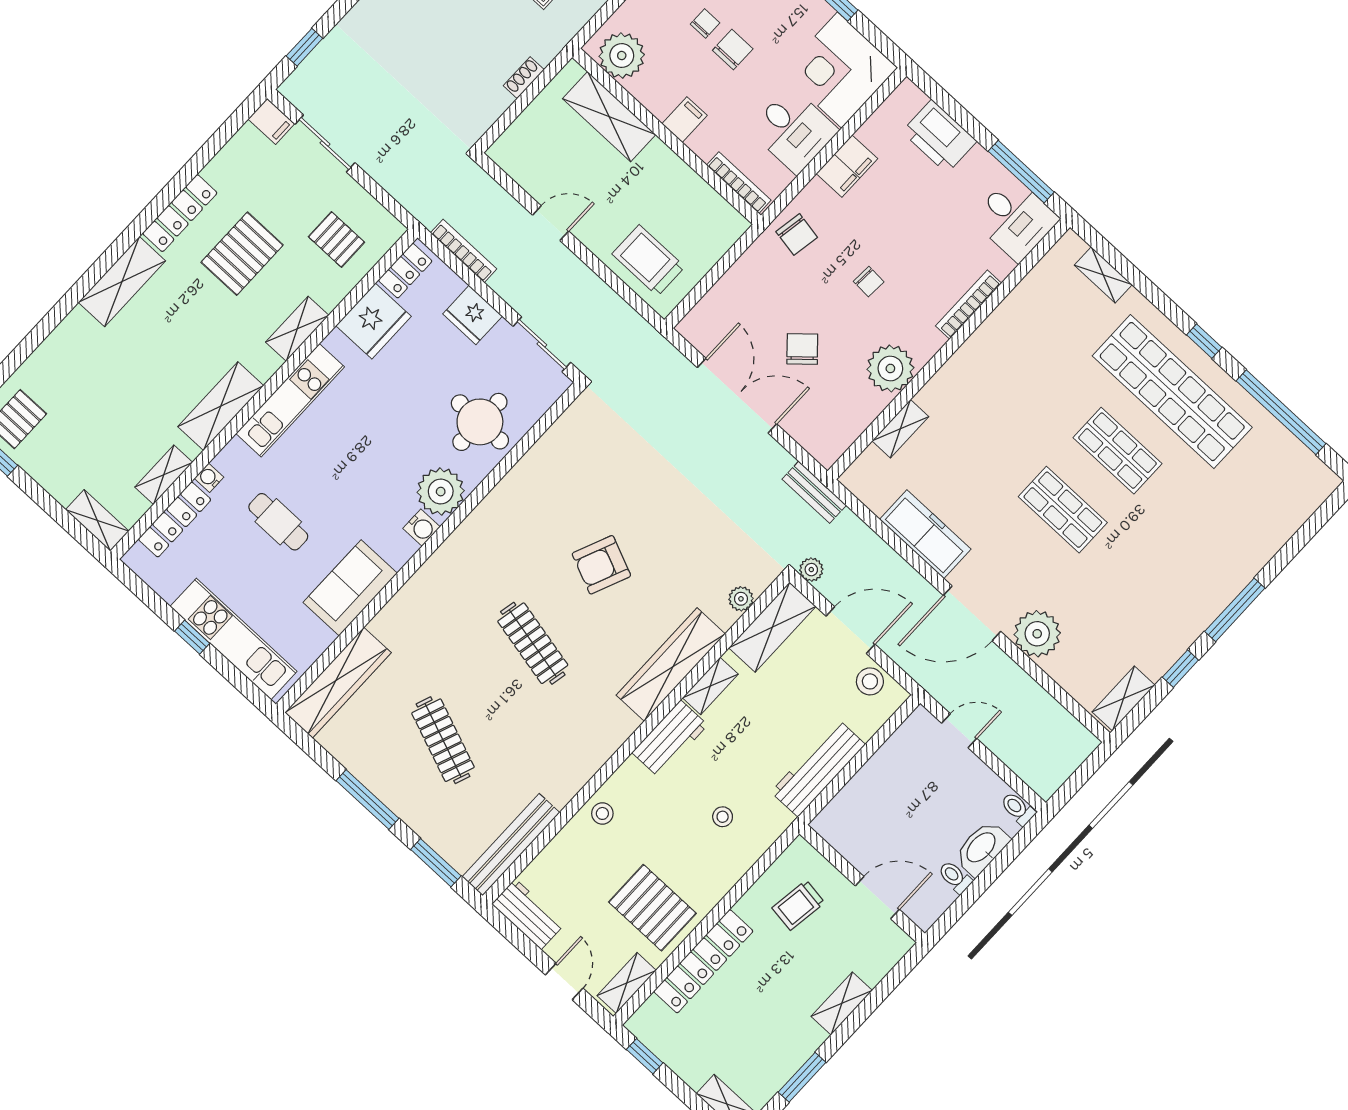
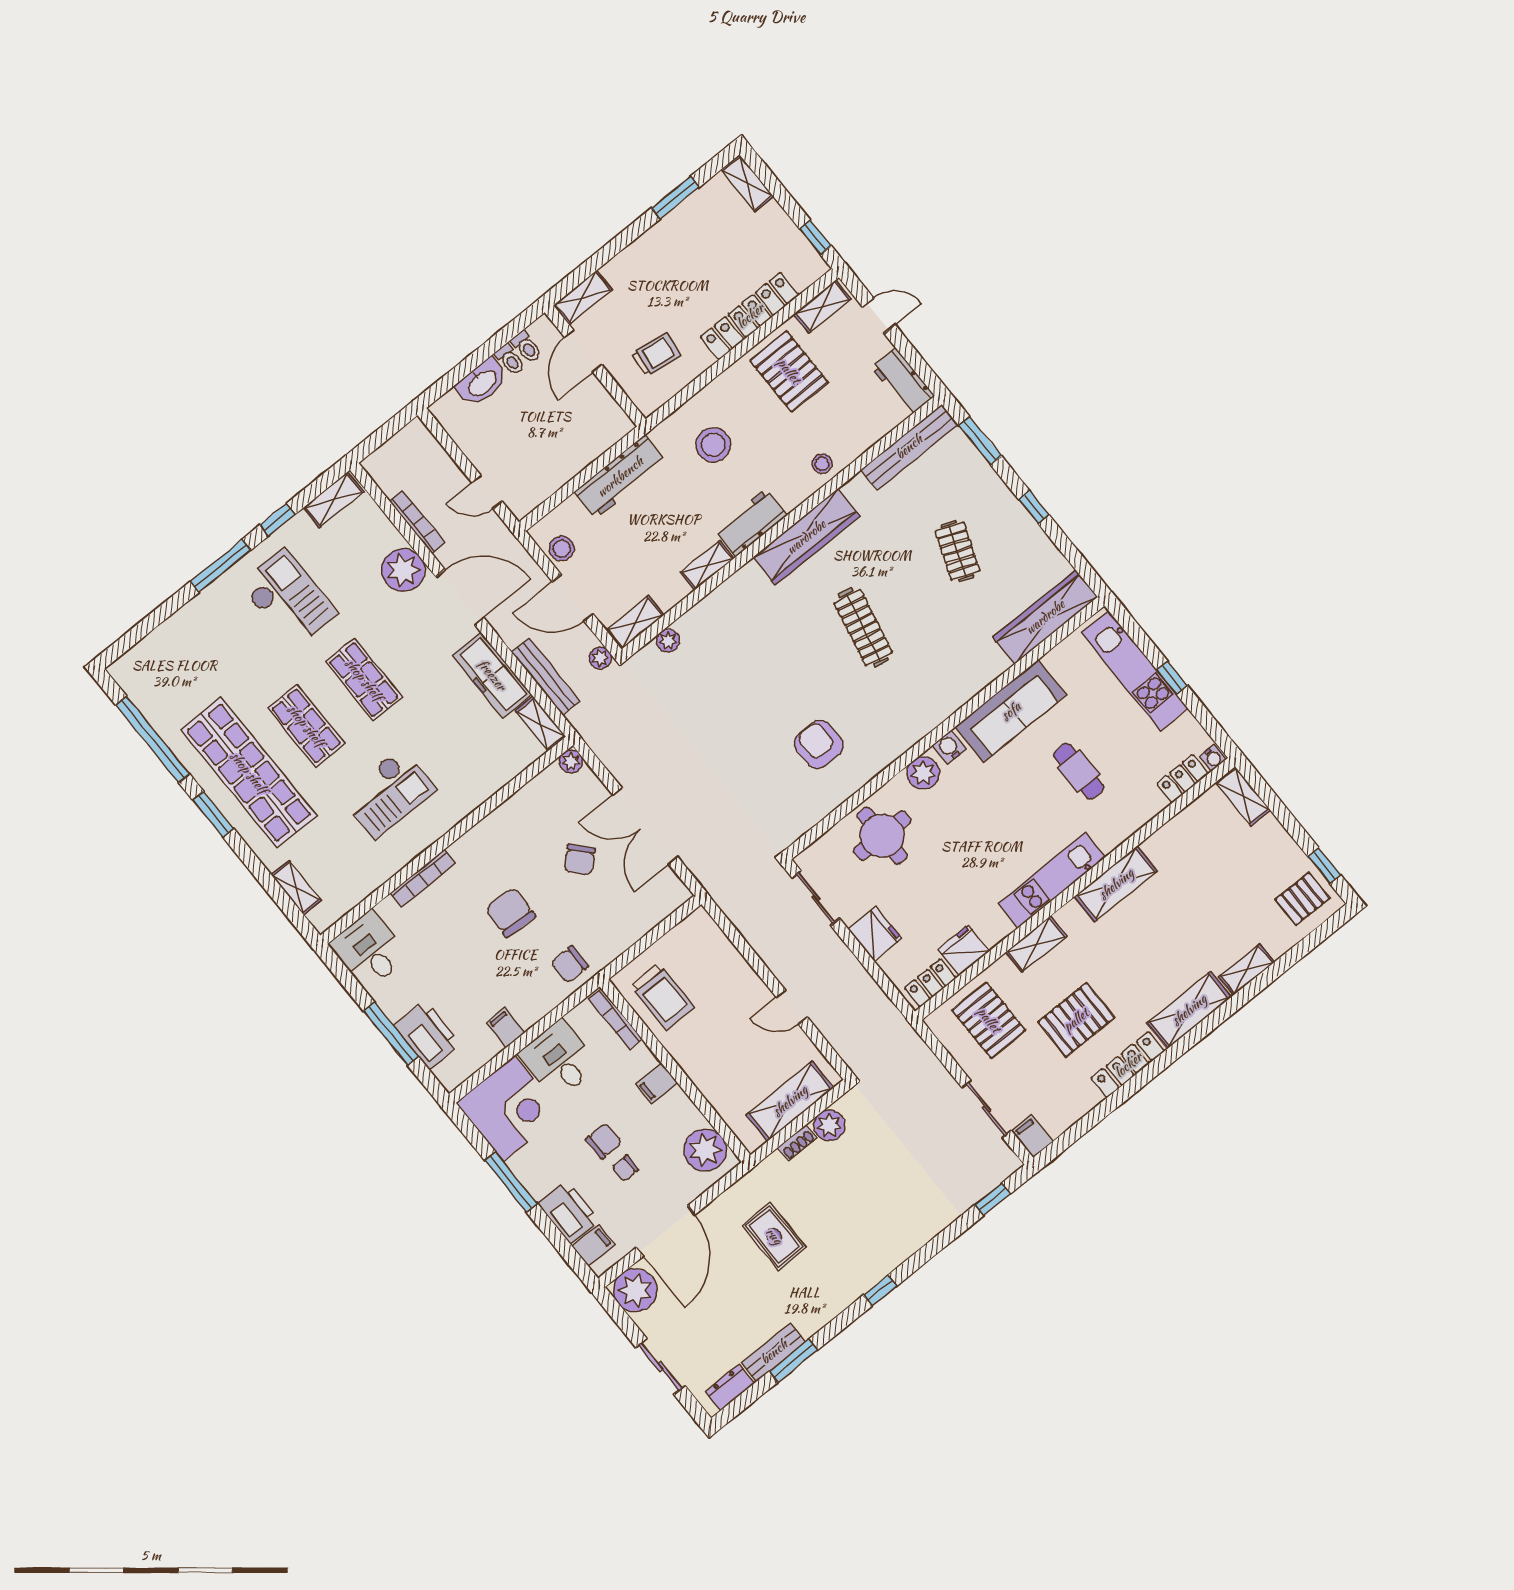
chair: (733, 50) -> (604, 1141), turned 180
plant: (492, 101) -> (829, 1125), added
shelving: (609, 117) -> (790, 1101), moved, turned 90
filing cabinet: (847, 166) -> (506, 1028), width x0.50
window: (1021, 172) -> (391, 1034), moved
chair: (797, 234) -> (570, 964), turned -100
pallet: (336, 239) -> (989, 1020), width x1.50, depth x1.42
bookcase: (464, 251) -> (417, 522), moved, turned 180
trolley: (648, 260) -> (662, 997), moved
chair: (869, 282) -> (510, 912), width x1.87, depth x1.87
fridge: (374, 321) -> (964, 950), width x0.73, depth x0.75
window: (1204, 341) -> (213, 814), width x1.50
plant: (890, 368) -> (571, 761), moved, width x0.53, depth x0.53
checkout: (1019, 391) -> (388, 793), added
shelving: (900, 429) -> (540, 724), moved, turned 90
shelving: (164, 475) -> (1246, 970), moved
water cooler: (209, 478) -> (1213, 758), moved
plant: (441, 492) -> (923, 773), width x0.73, depth x0.73
bench: (814, 492) -> (546, 677), moved, width x1.36
locker: (175, 519) -> (1183, 779), width x0.66
armchair: (601, 565) -> (819, 744), moved, turned -113
checkout: (1157, 585) -> (288, 599), added
sofa: (350, 588) -> (1011, 711), width x1.36
shelving: (772, 627) -> (635, 623), width x0.67, depth x0.75
wardrobe: (671, 665) -> (806, 537), moved
clothes rail: (443, 740) -> (957, 551), width x0.73
window: (368, 800) -> (1034, 507), width x0.46
toilet: (1018, 809) -> (526, 347), moved
stool: (723, 817) -> (713, 445), width x1.89, depth x1.89
door: (877, 898) -> (583, 351), hinge flipped
door: (564, 982) -> (879, 316), swing flipped
shelving: (842, 1003) -> (583, 297), moved

